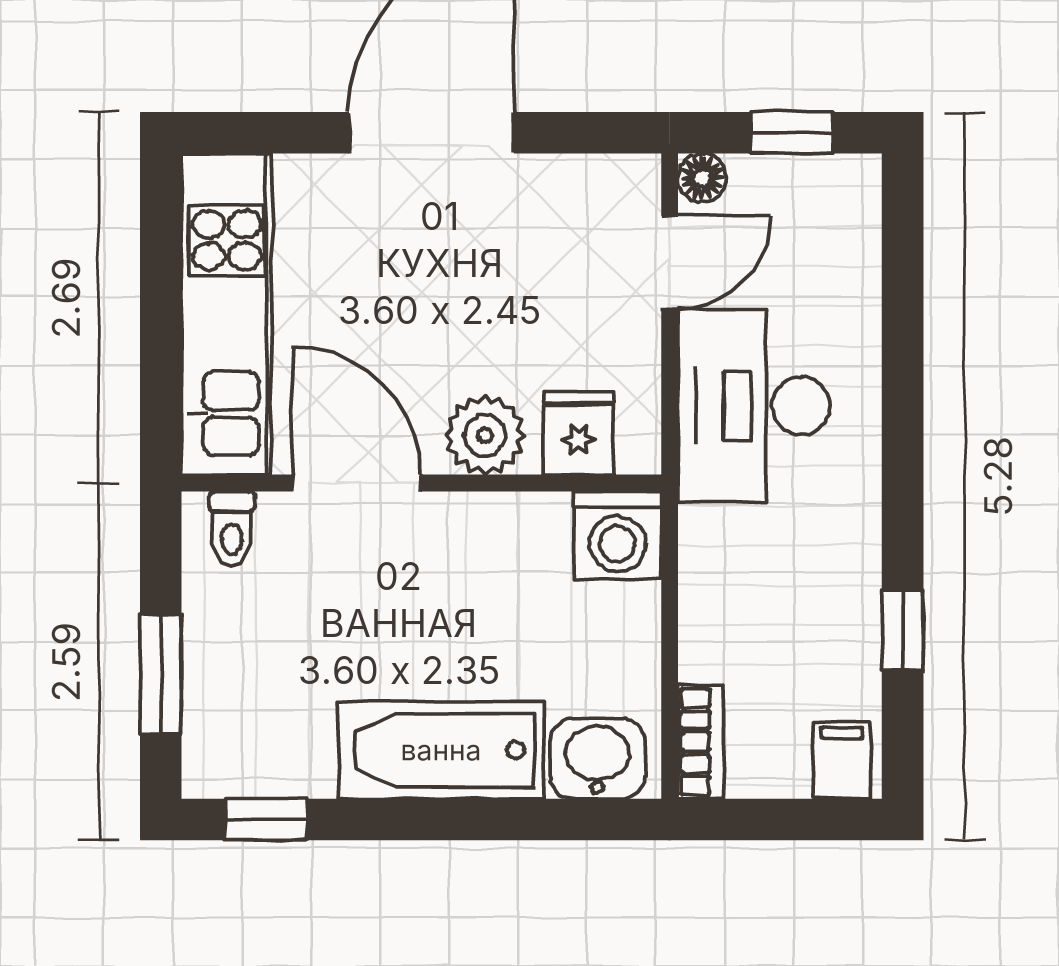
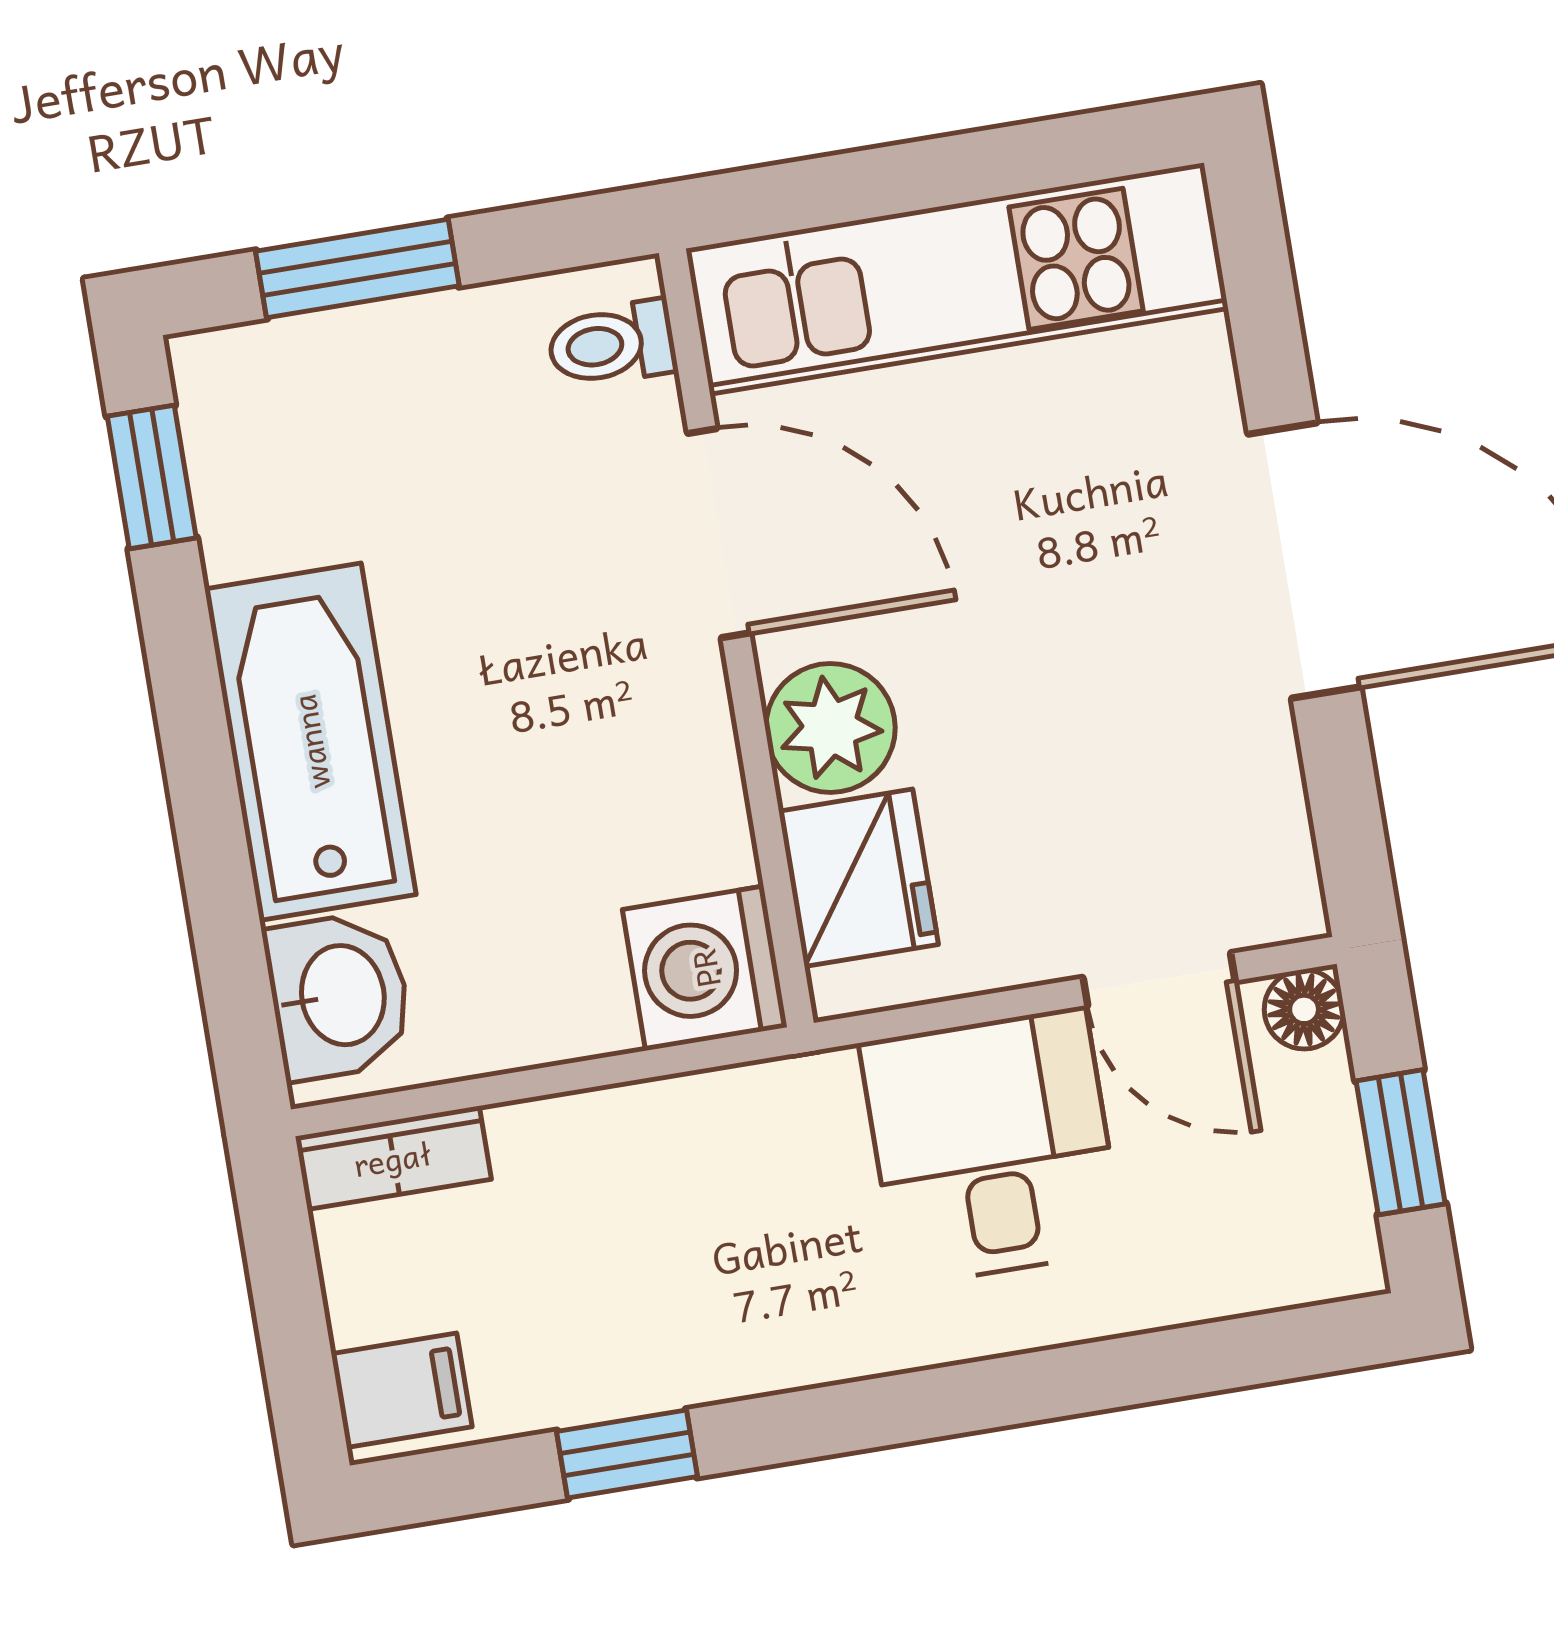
desk: (754, 406) -> (992, 1147), width x0.73
fridge: (578, 433) -> (859, 878), width x1.38
door: (356, 483) -> (719, 533), hinge flipped

